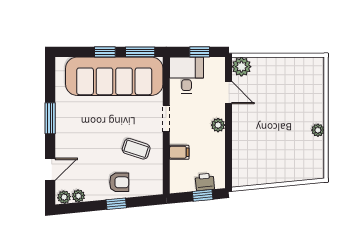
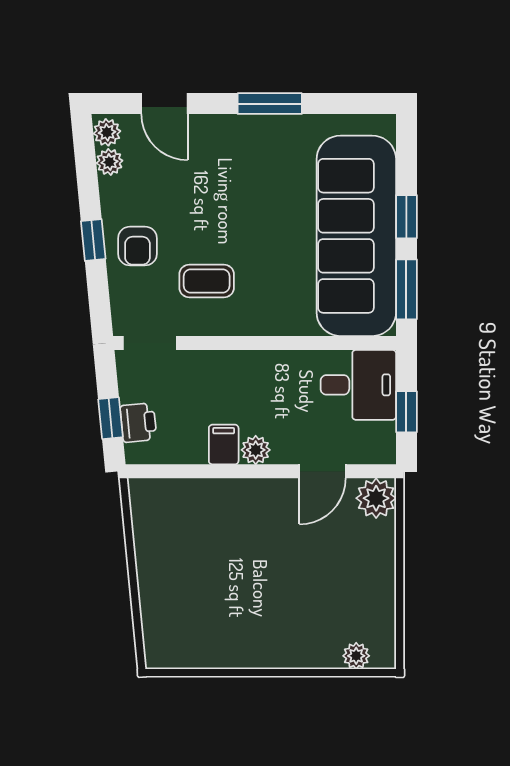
doorway: (166, 119) -> (150, 343), moved
plant: (318, 130) -> (356, 656), moved
coffee table: (136, 149) -> (207, 281), turned 72
filing cabinet: (179, 152) -> (224, 445), moved, turned 180

